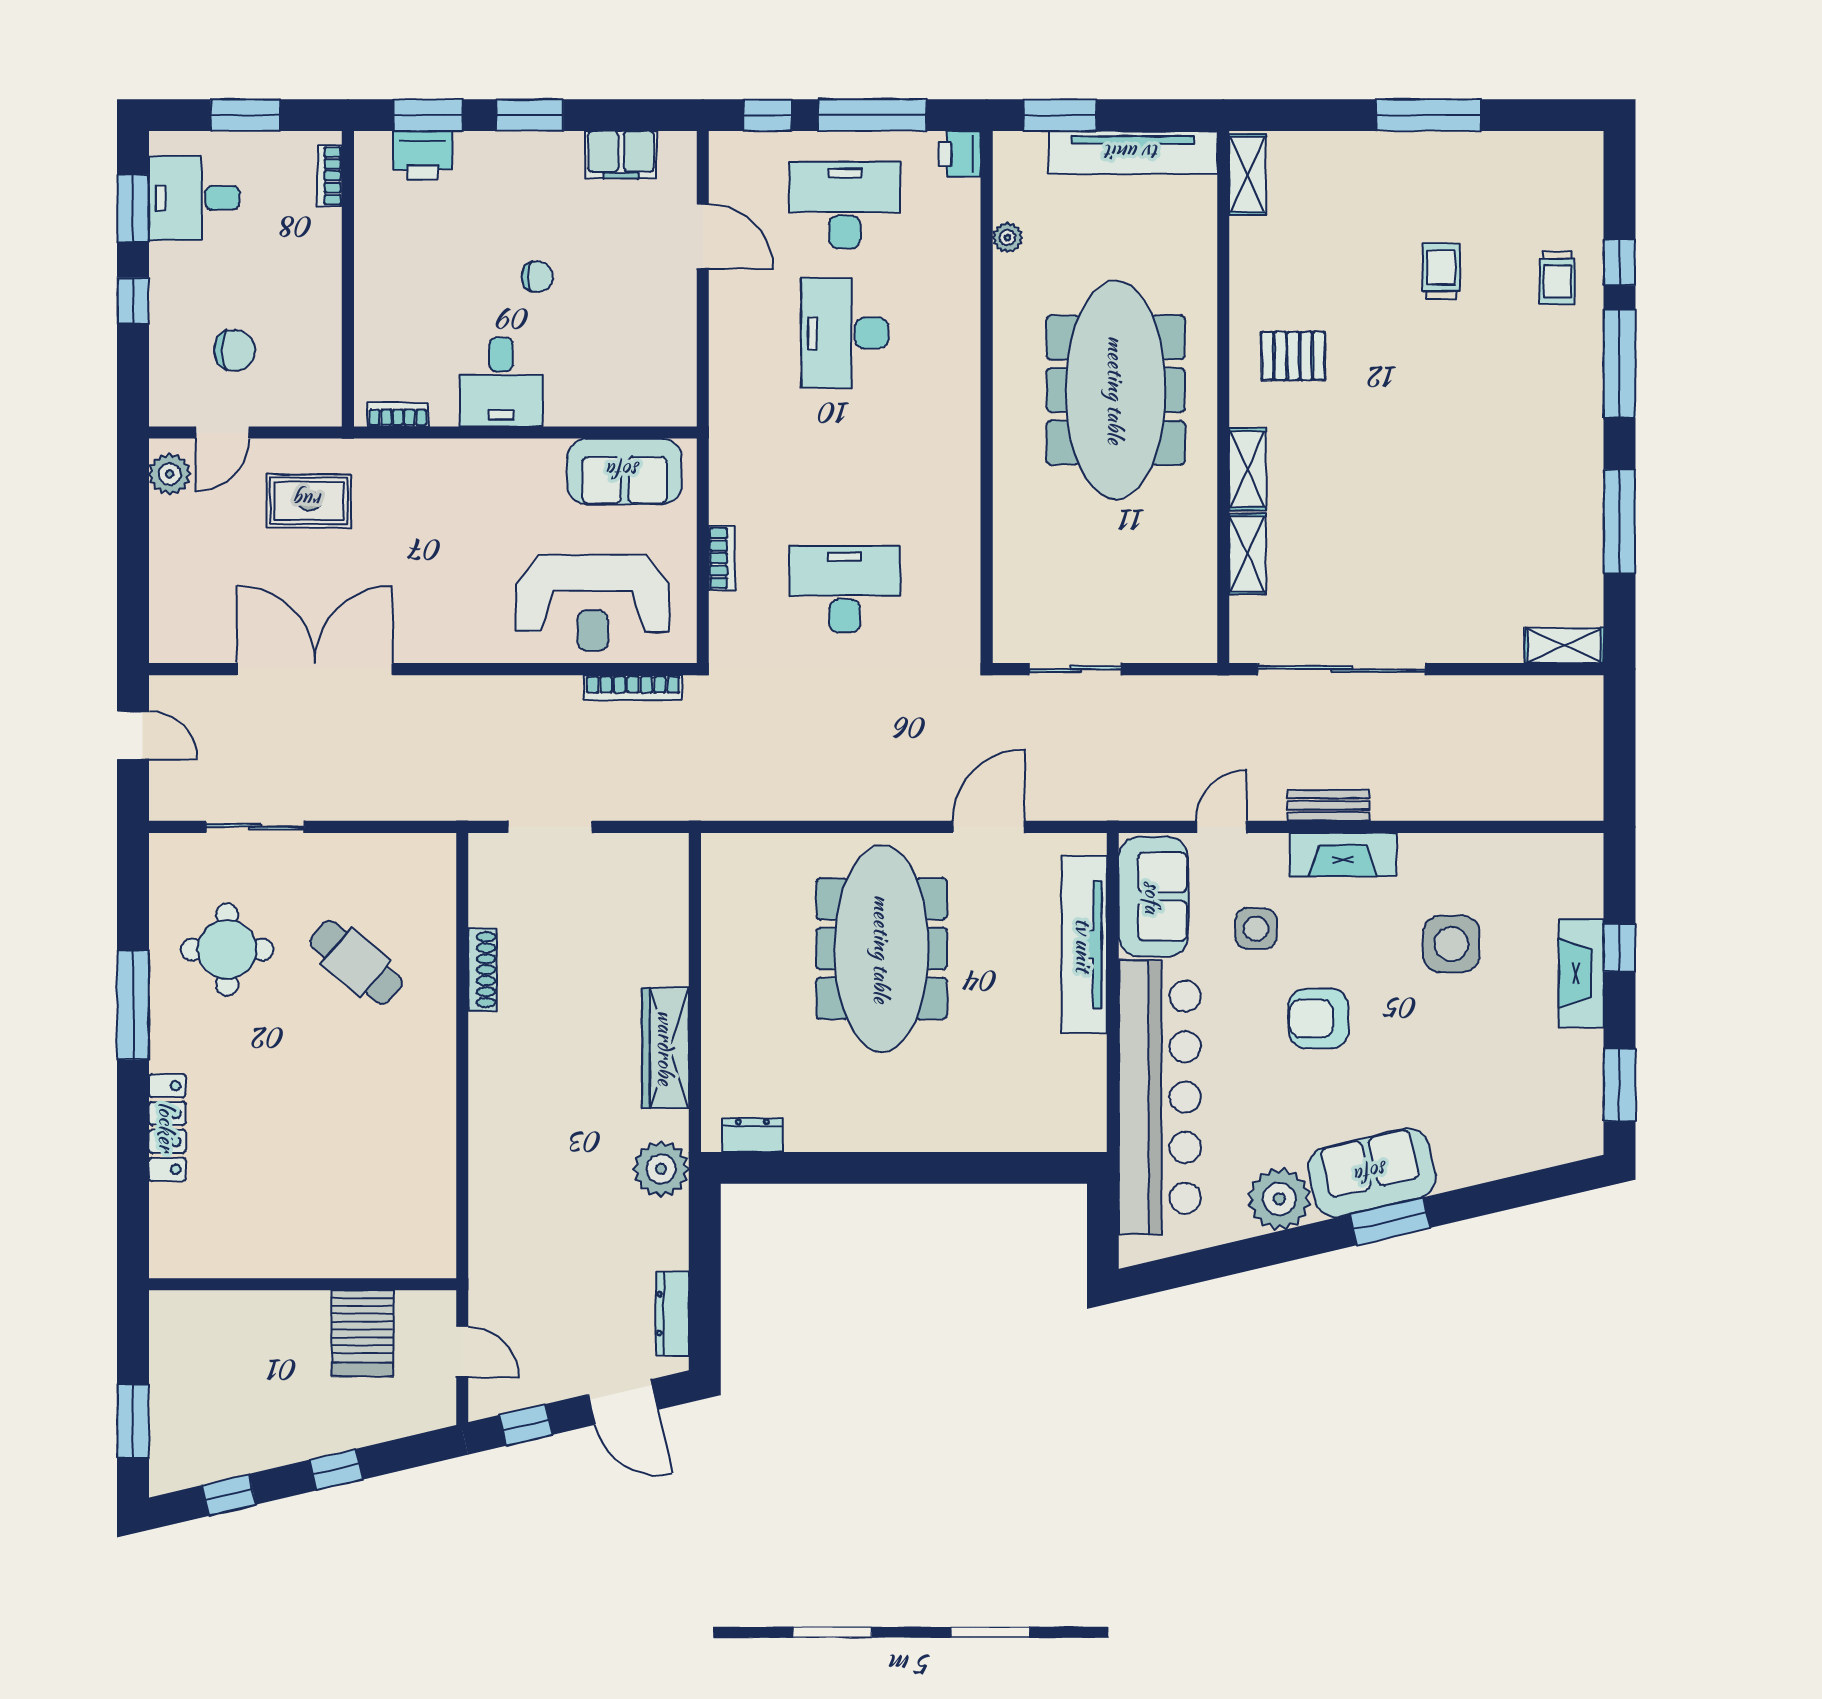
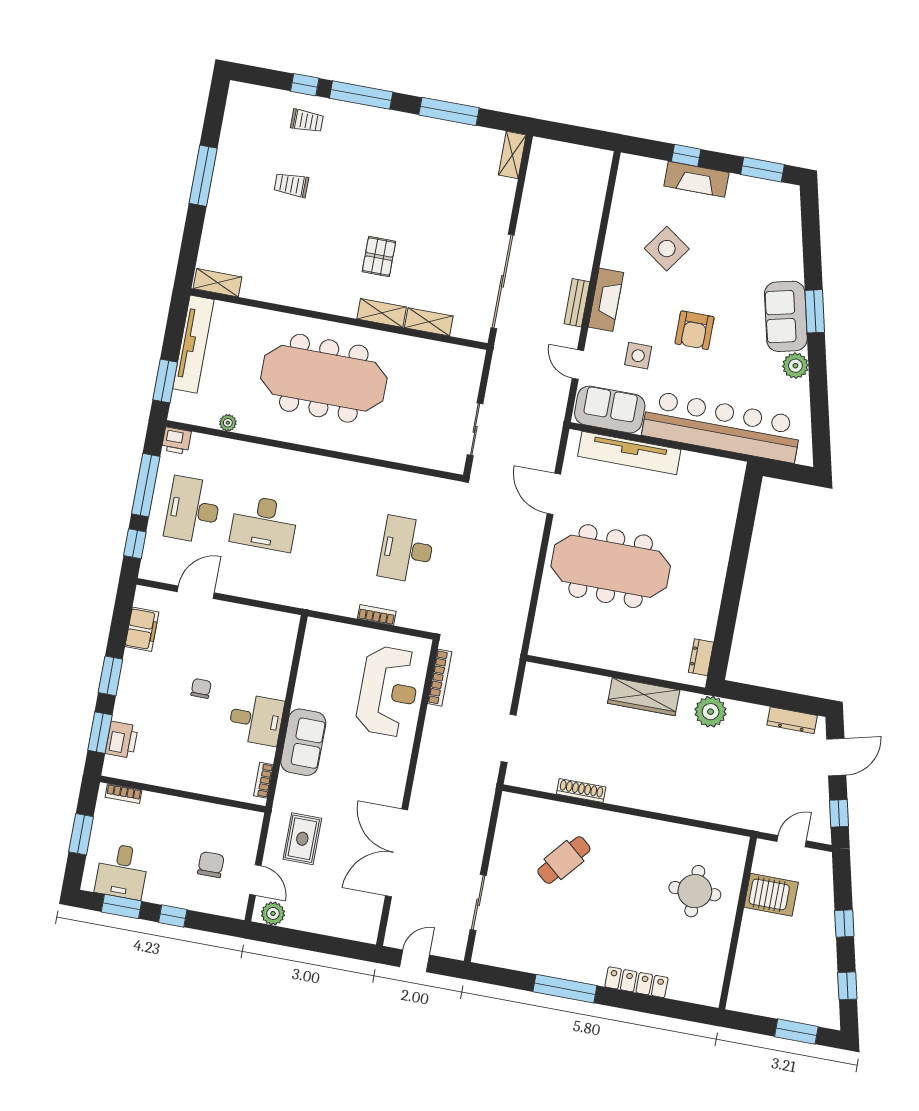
pallet: (1293, 356) -> (379, 257), moved
sofa: (624, 471) -> (303, 742), moved
side table: (1451, 944) -> (667, 249), turned 35
round table: (227, 950) -> (695, 891), moved
plant: (1279, 1199) -> (795, 366), width x0.73, depth x0.73

